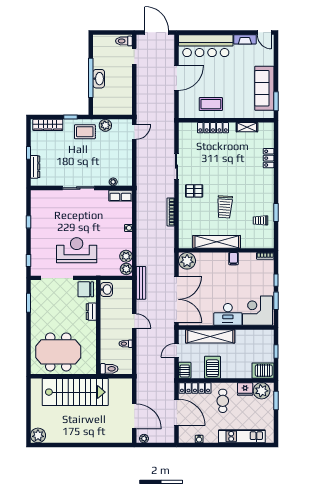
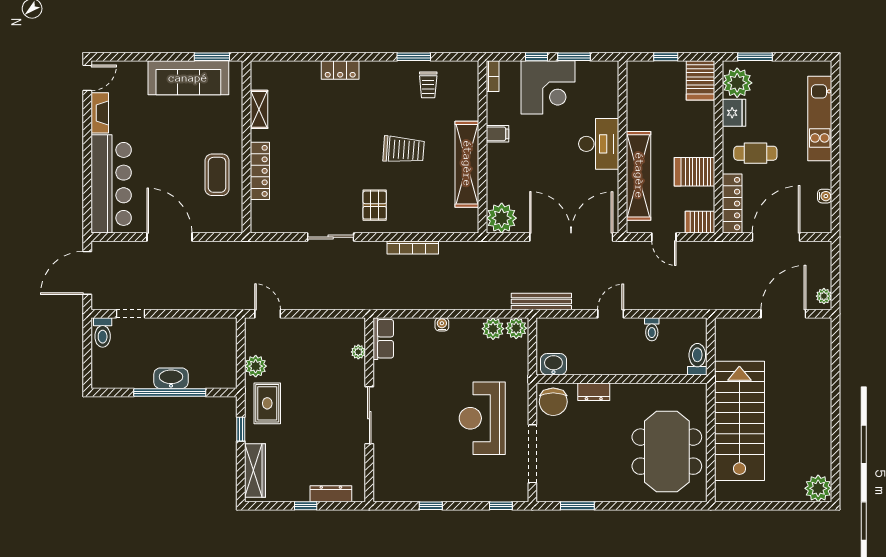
locker: (269, 158) -> (340, 70), moved
corner desk: (258, 311) -> (548, 87), moved, turned -90

